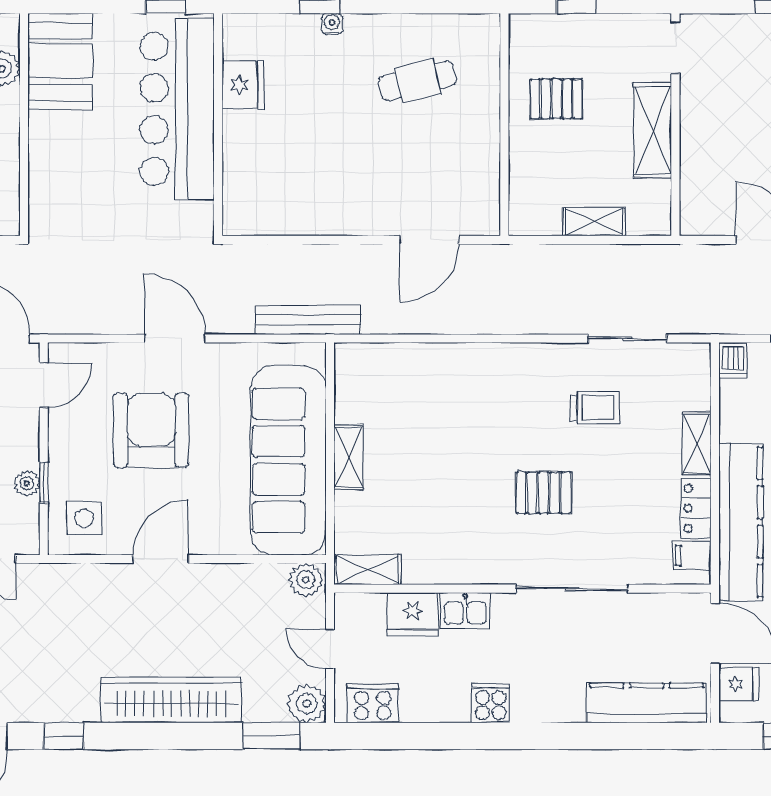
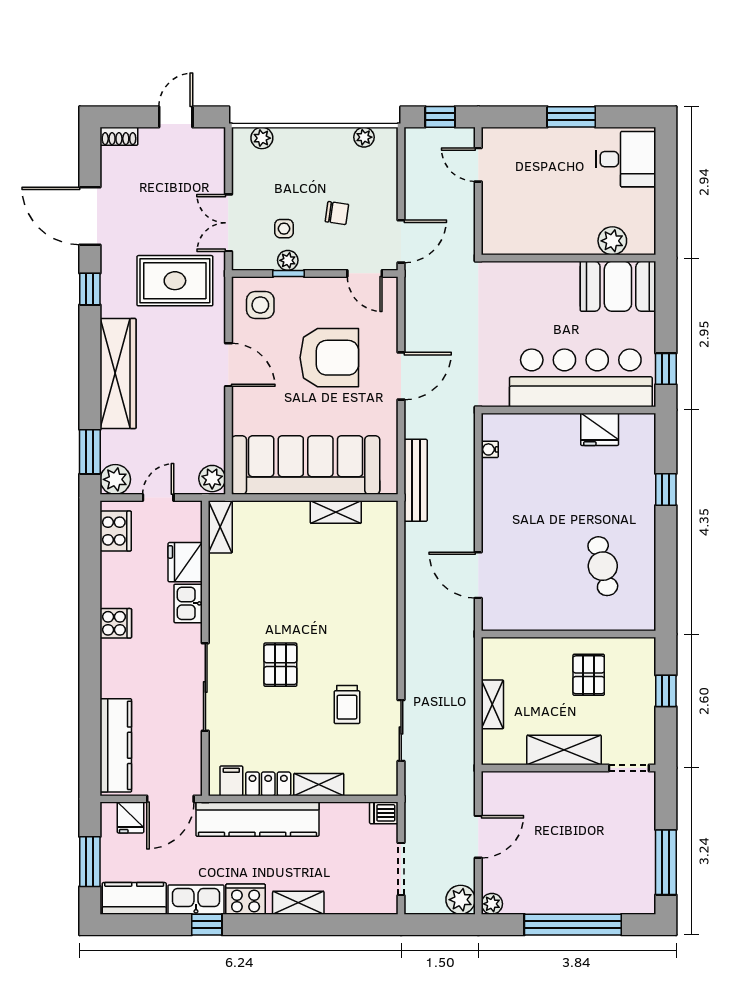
water cooler: (332, 24) -> (490, 449), moved, turned 180
shelving: (349, 457) -> (336, 512), moved
rug: (53, 627) -> (175, 281), added

